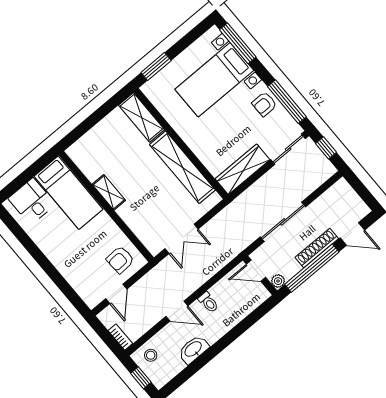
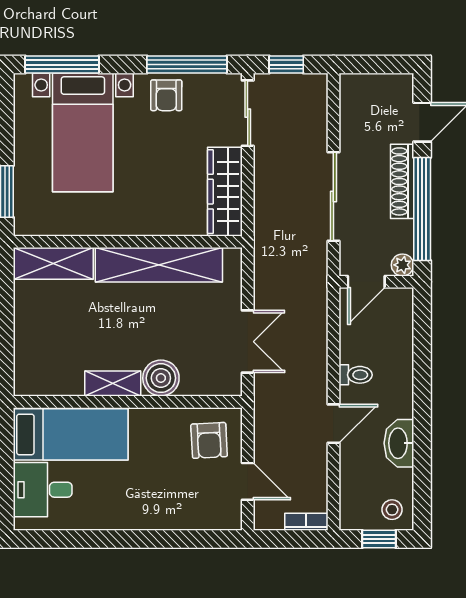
boiler: (130, 213) -> (161, 378), added
stool: (151, 355) -> (392, 510), moved

